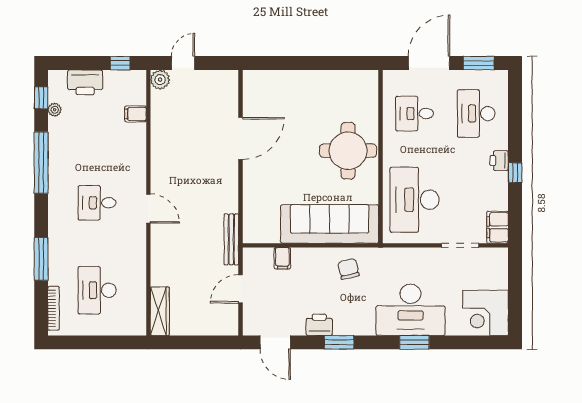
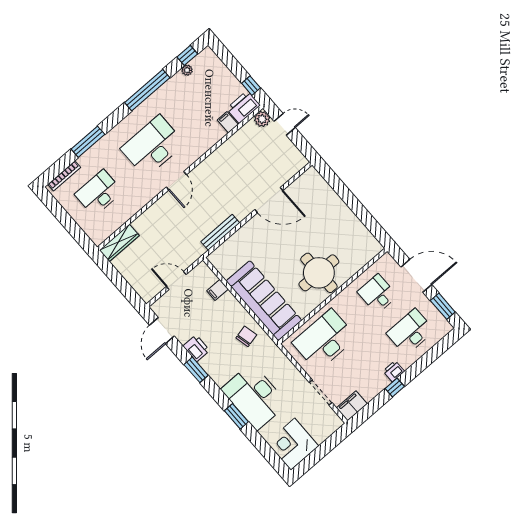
printer: (85, 82) -> (243, 107), moved, turned 90
desk: (97, 203) -> (153, 146), width x1.87, depth x1.30
bench: (231, 239) -> (220, 232), moved

